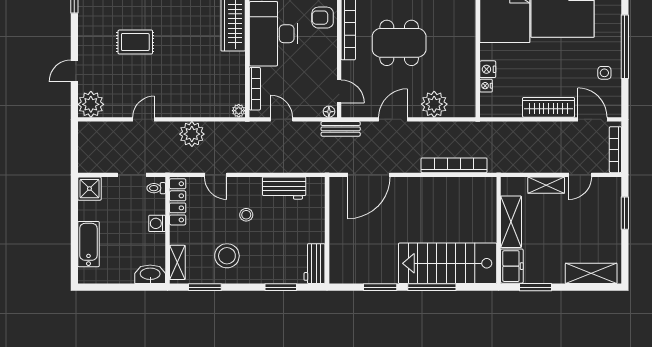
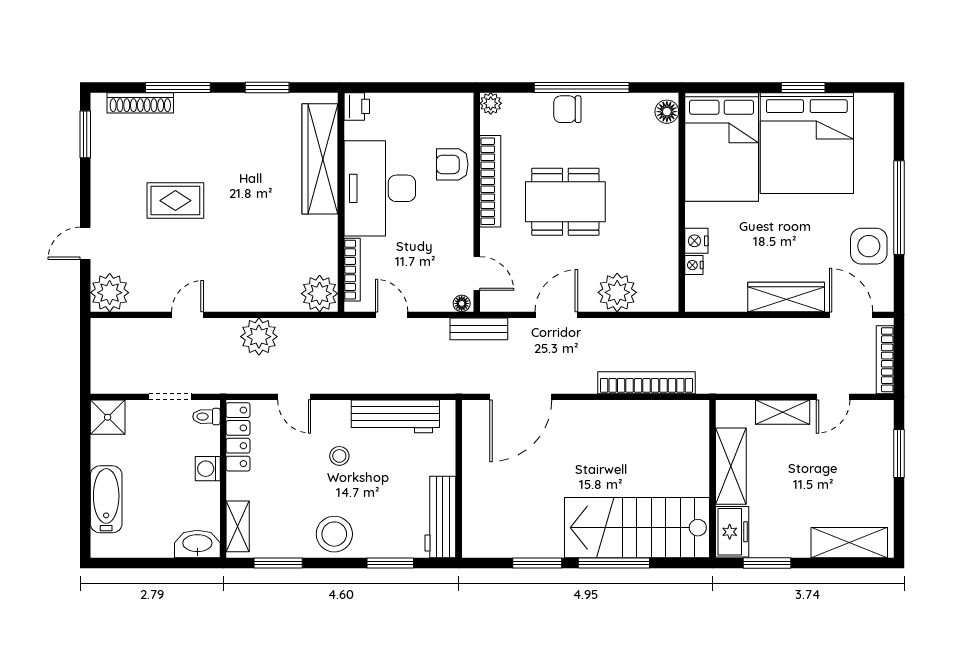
side table: (604, 73) -> (869, 246), width x1.87, depth x1.87
plant: (239, 111) -> (320, 294), width x1.87, depth x1.87
workbench: (284, 188) -> (395, 416), width x1.38
stool: (227, 256) -> (334, 534), moved
workbench: (315, 264) -> (440, 517), width x1.38

